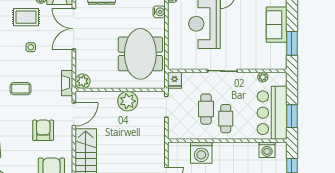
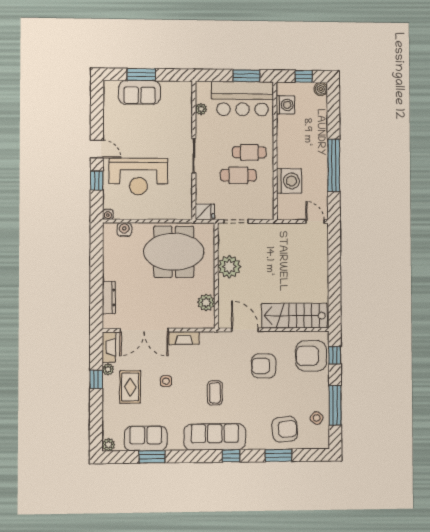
window: (292, 43) -> (141, 75), moved
plant: (83, 81) -> (206, 302), moved
fireplace: (67, 83) -> (184, 338), moved

